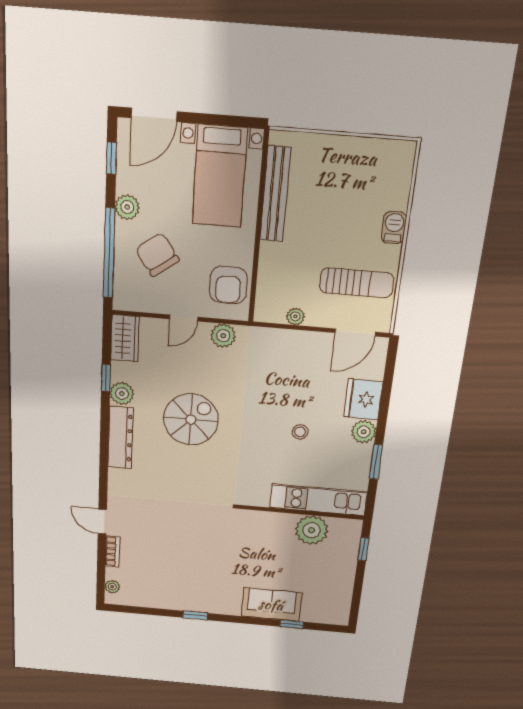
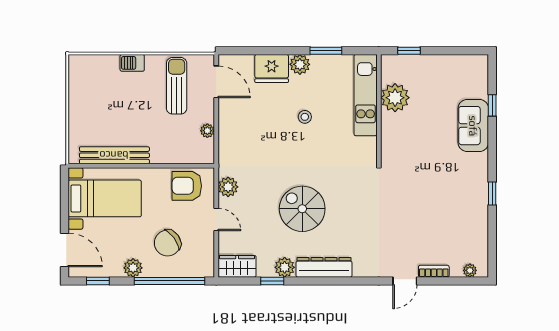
armchair: (228, 285) -> (187, 186), turned 180

